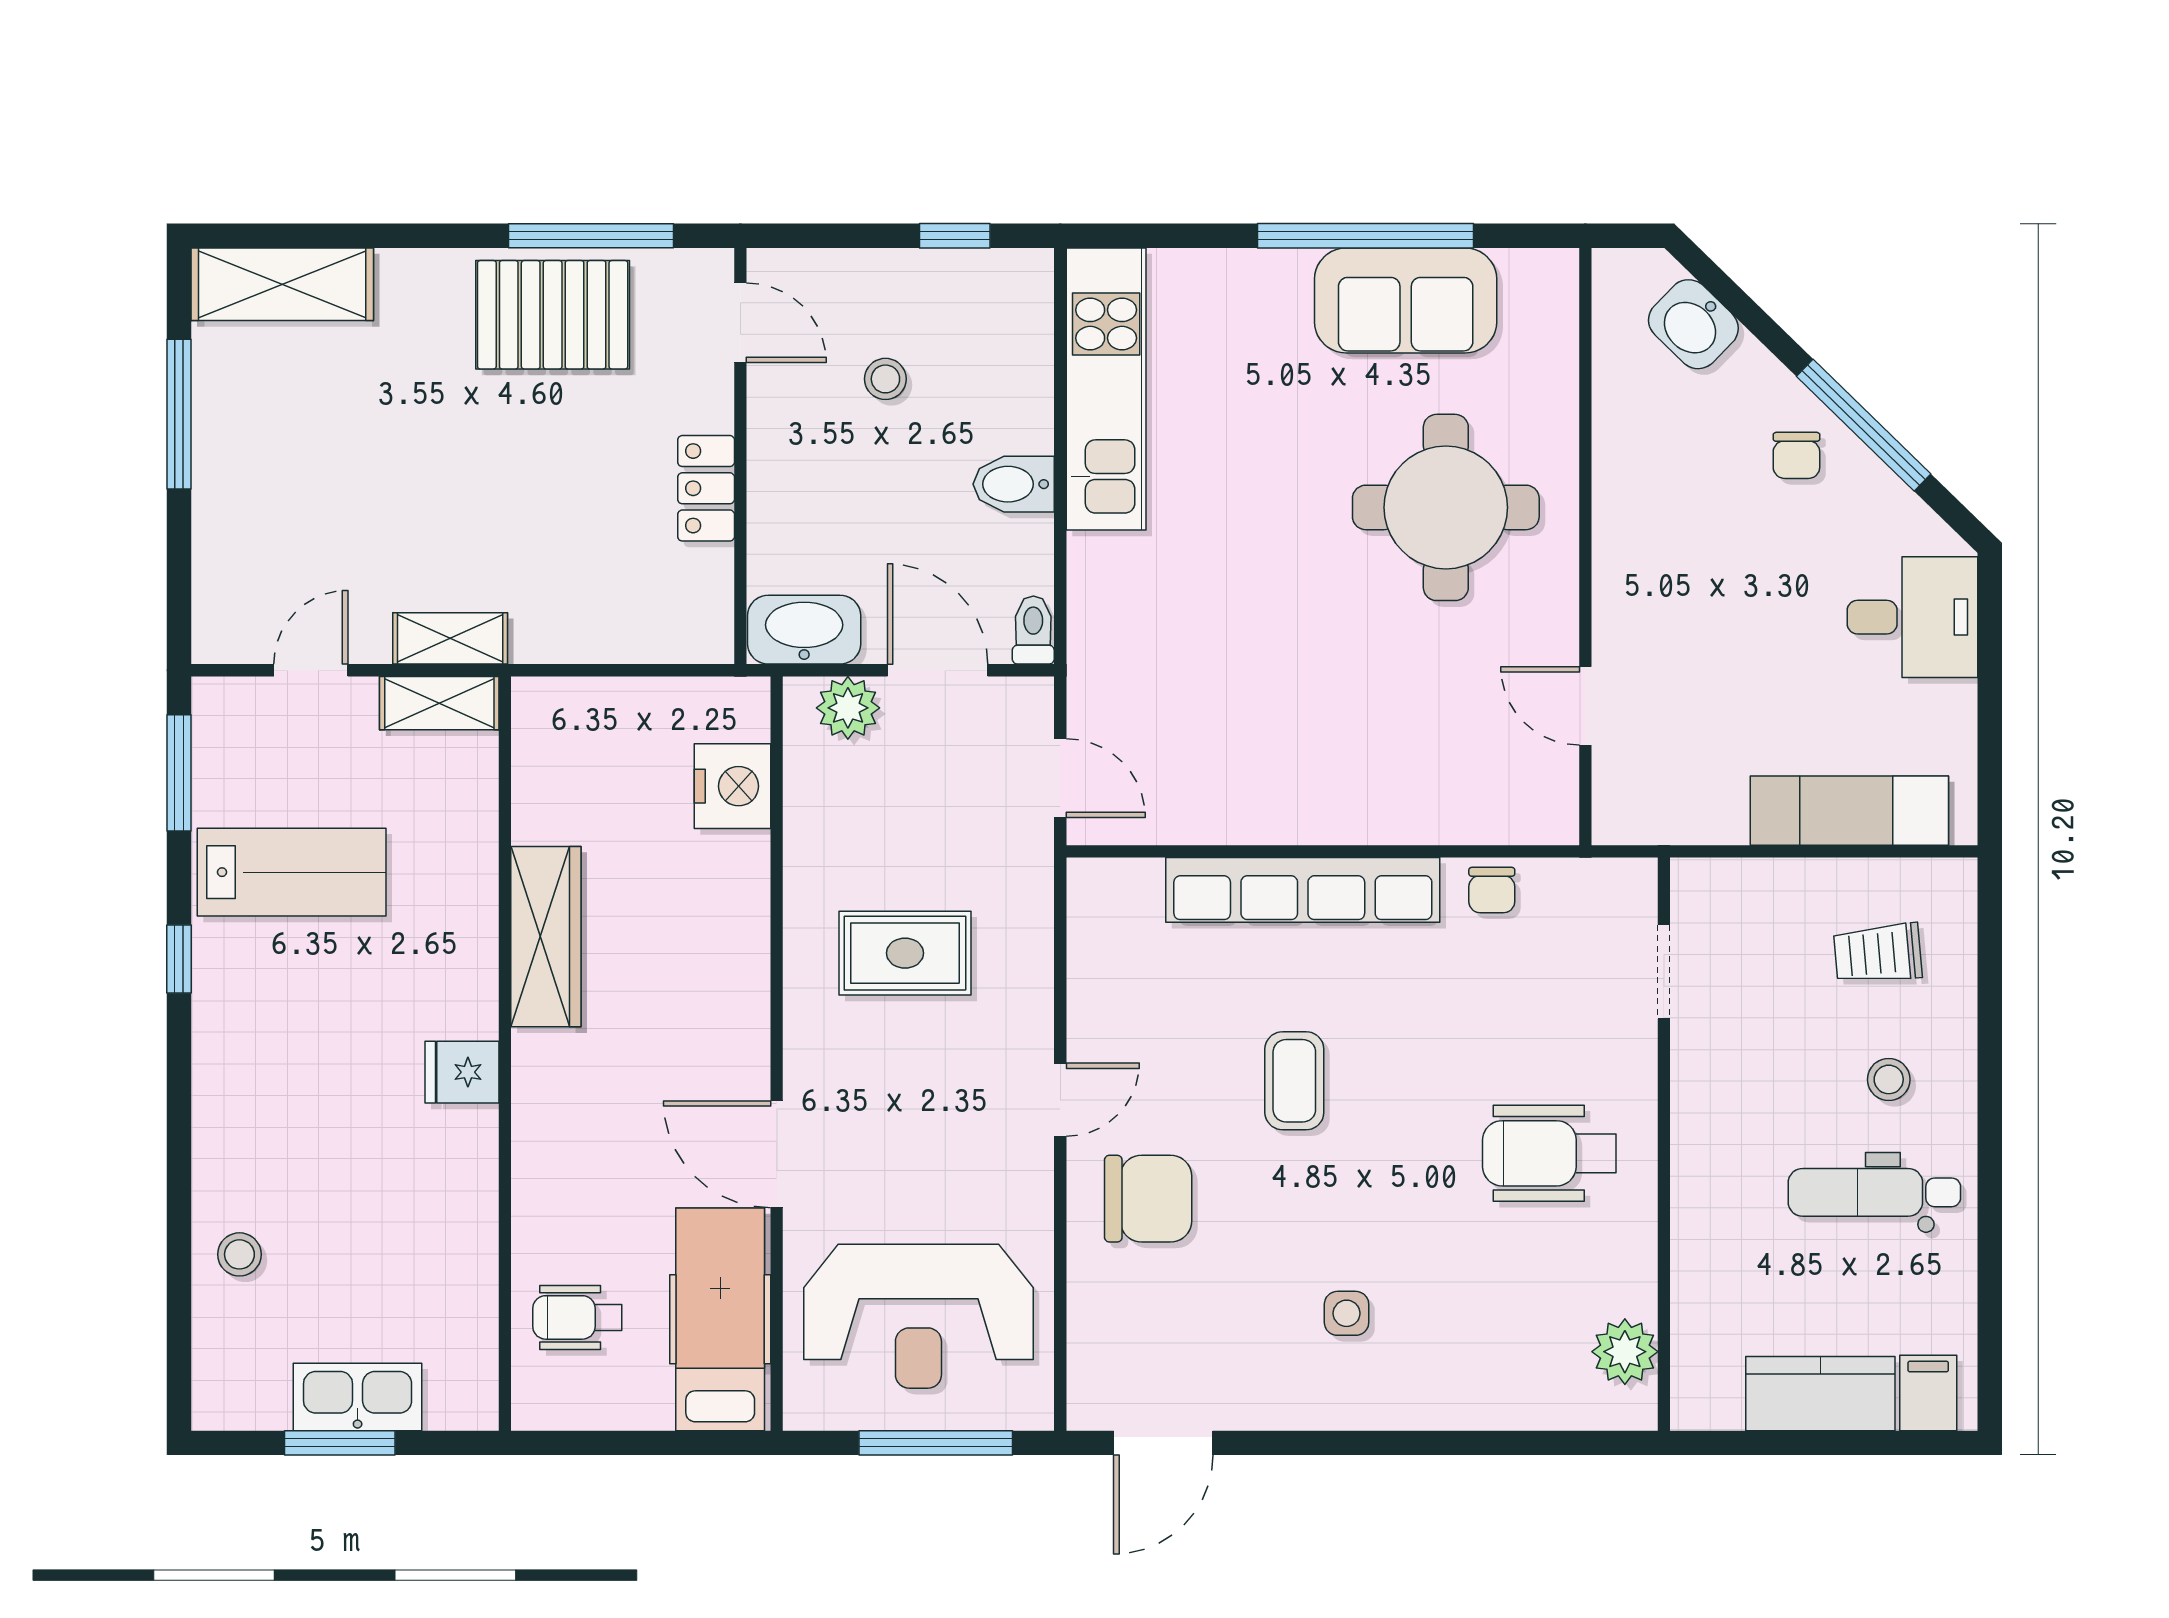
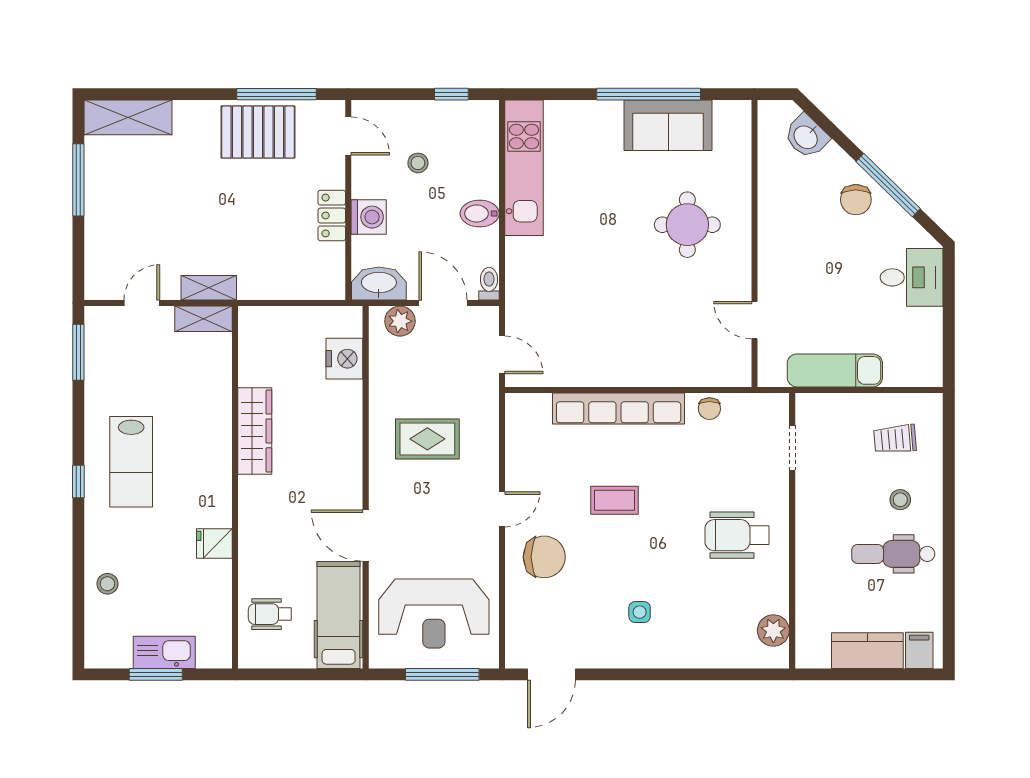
chair: (1796, 455) -> (856, 200), width x1.37, depth x1.37
washing machine: (783, 491) -> (369, 217), added
round table: (1446, 507) -> (687, 225), width x0.73, depth x0.73
exam couch: (1849, 811) -> (835, 370), moved
lab bench: (292, 872) -> (131, 462), moved, turned 90
window: (179, 959) -> (78, 482), moved
fridge: (462, 1072) -> (214, 544), moved
coffee table: (1294, 1081) -> (614, 500), turned 90

